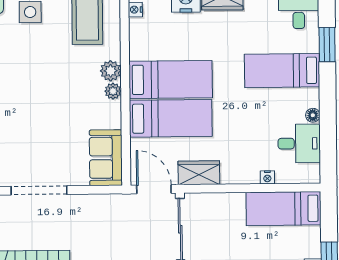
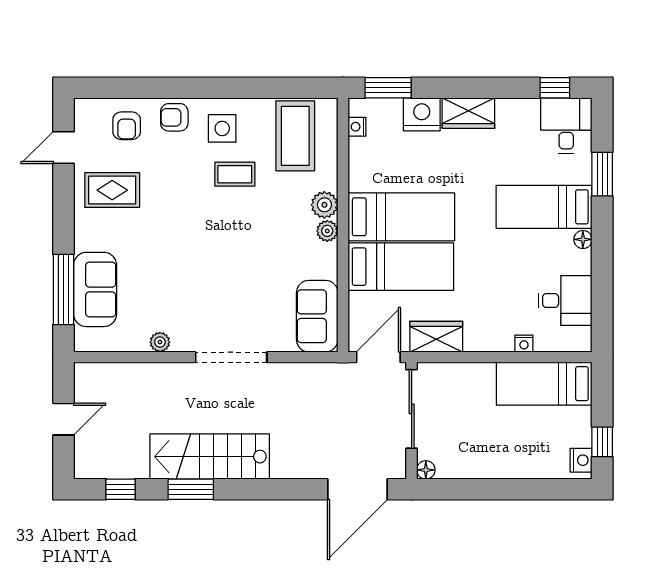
coffee table: (40, 48) -> (235, 174), added
floor lamp: (313, 115) -> (583, 239), moved
door: (154, 189) -> (378, 357), hinge flipped

